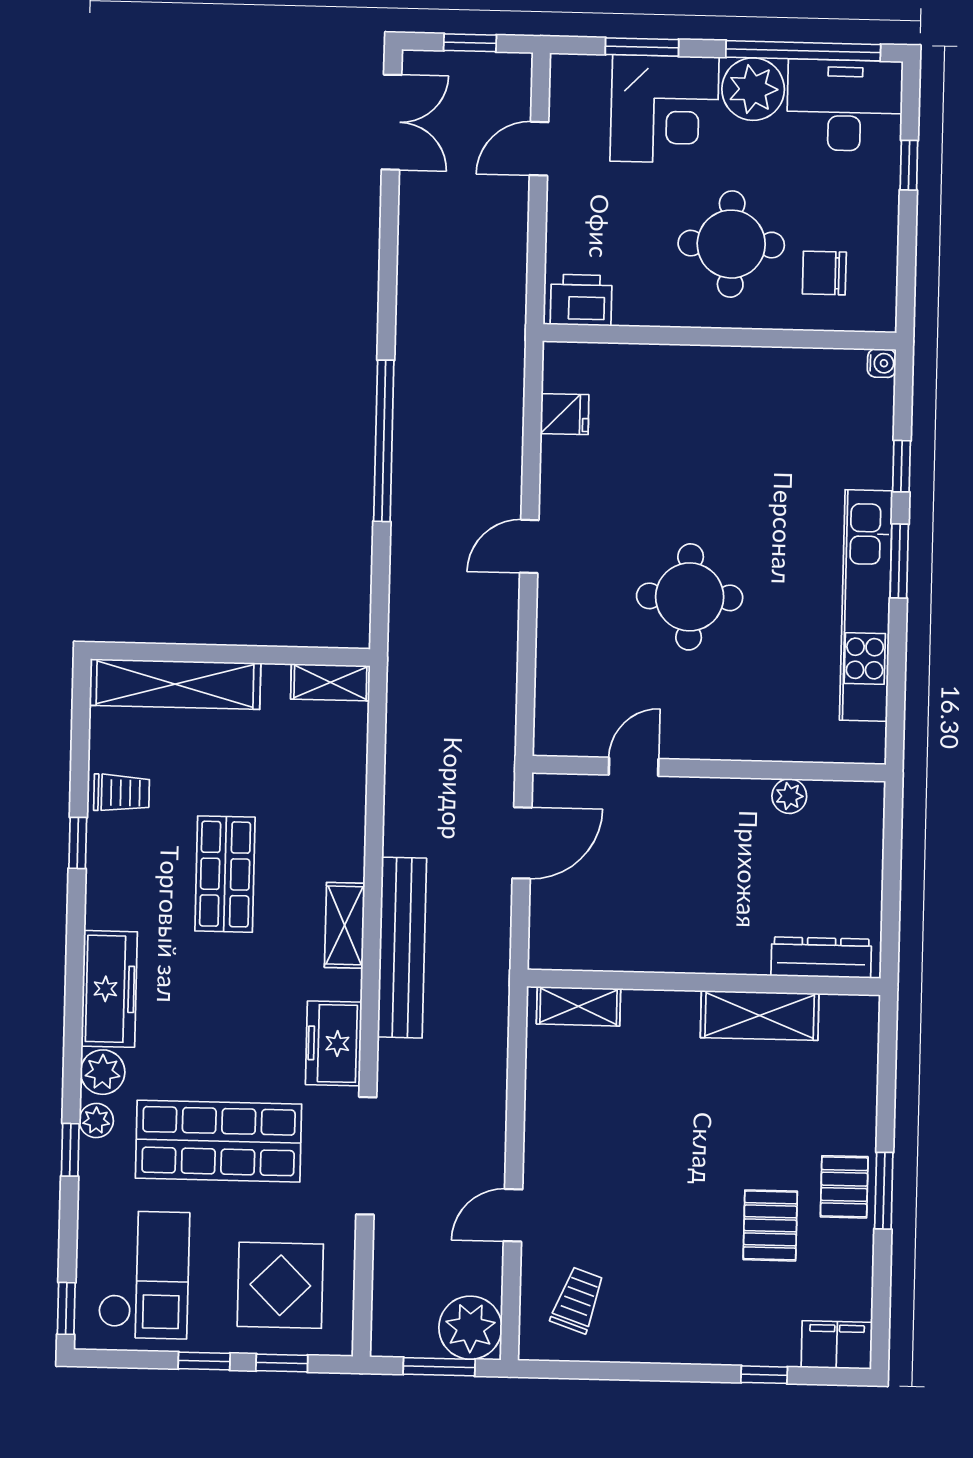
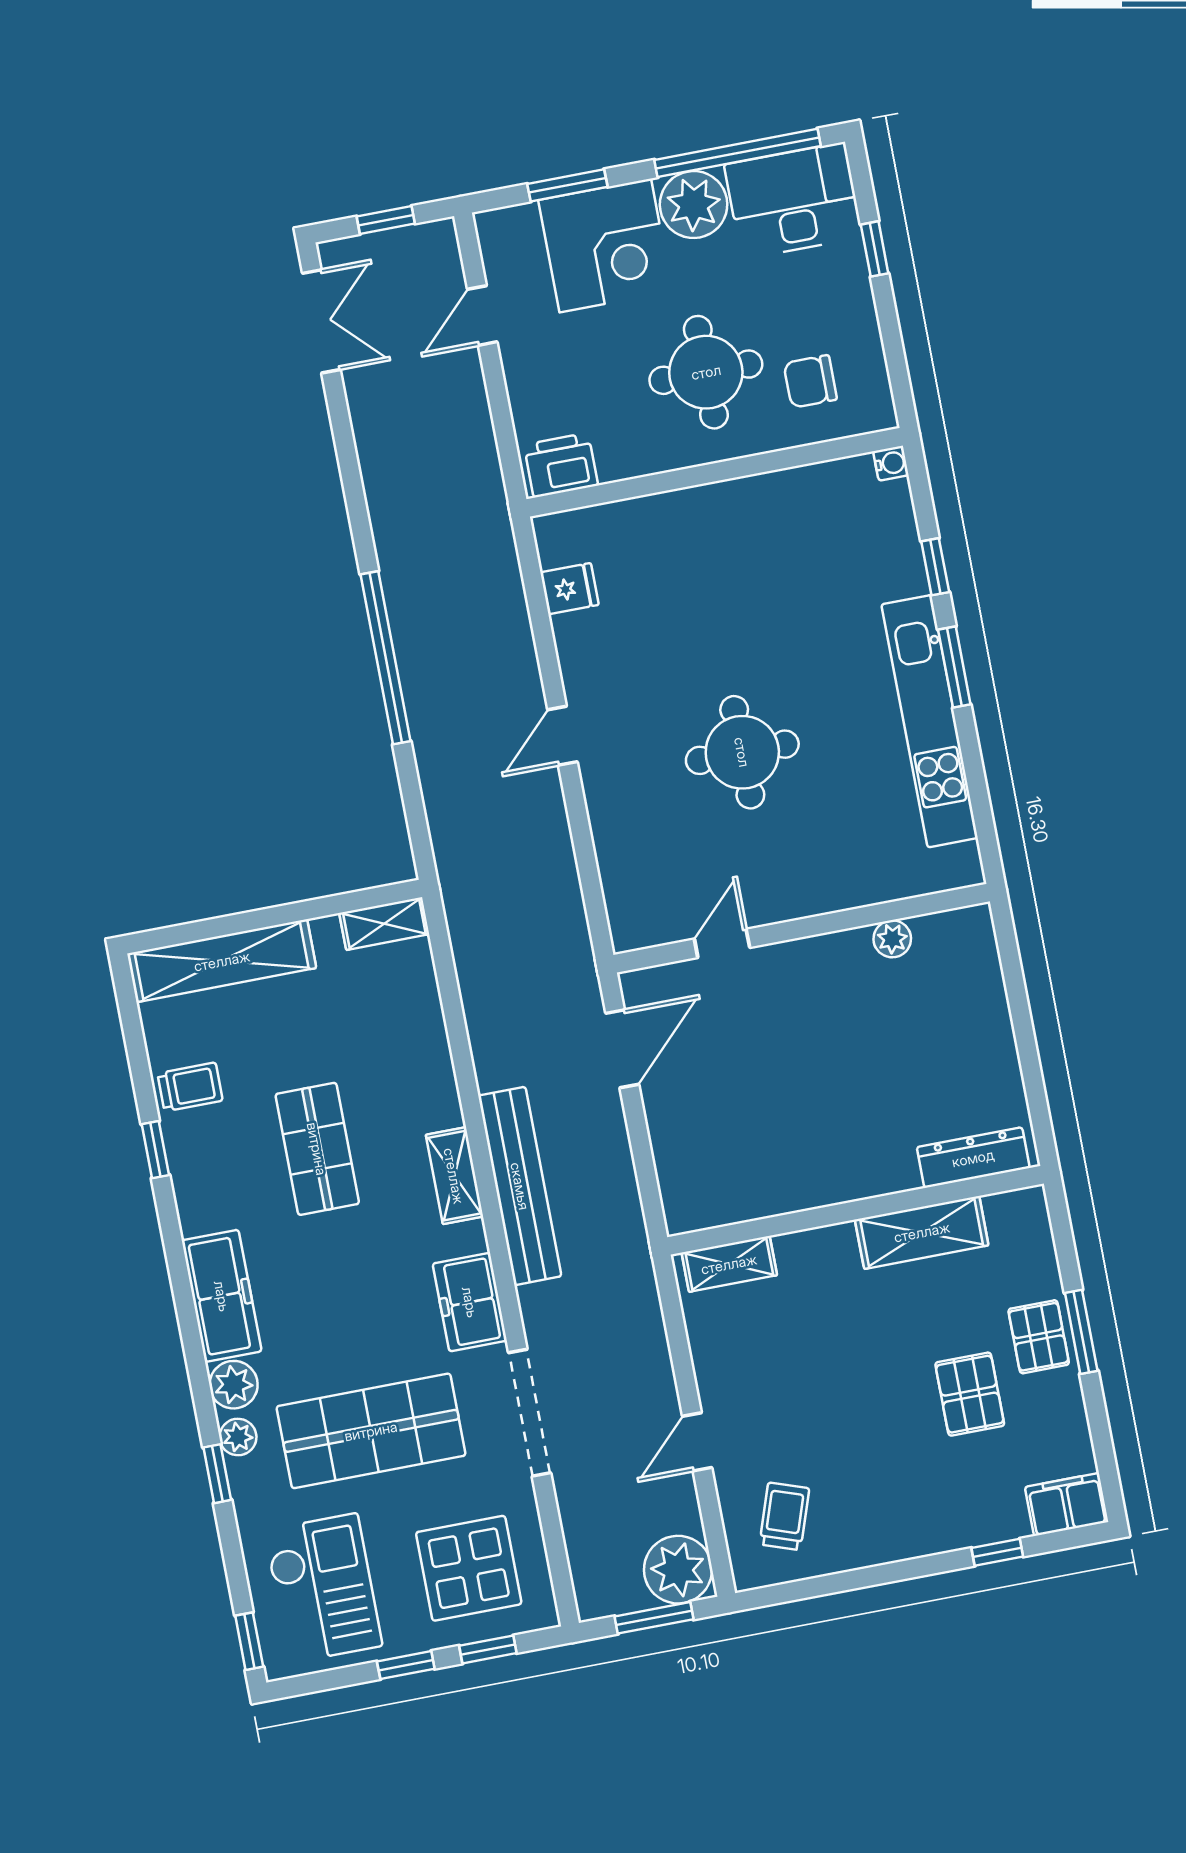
dresser: (821, 957) -> (973, 1158), moved
wall: (704, 982) -> (855, 1210), moved
shelving: (578, 1006) -> (729, 1264), moved
shelving: (760, 1015) -> (922, 1232), moved

